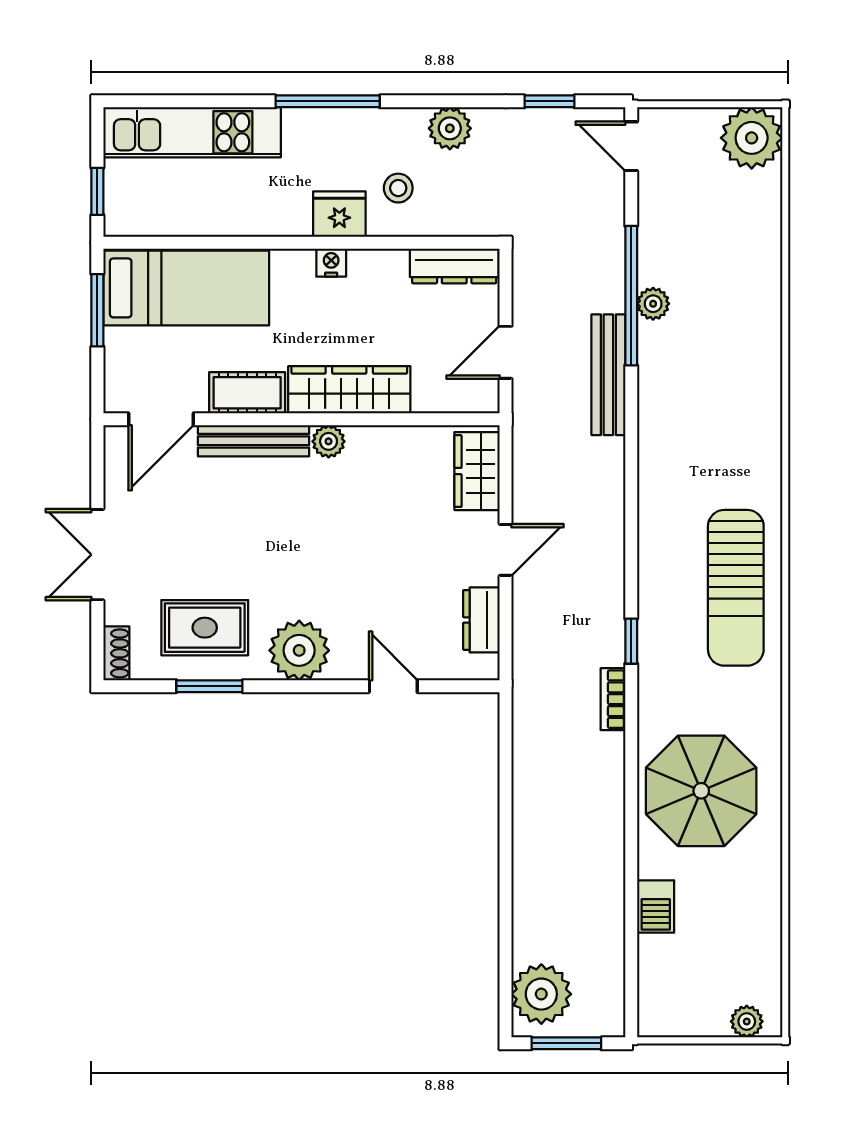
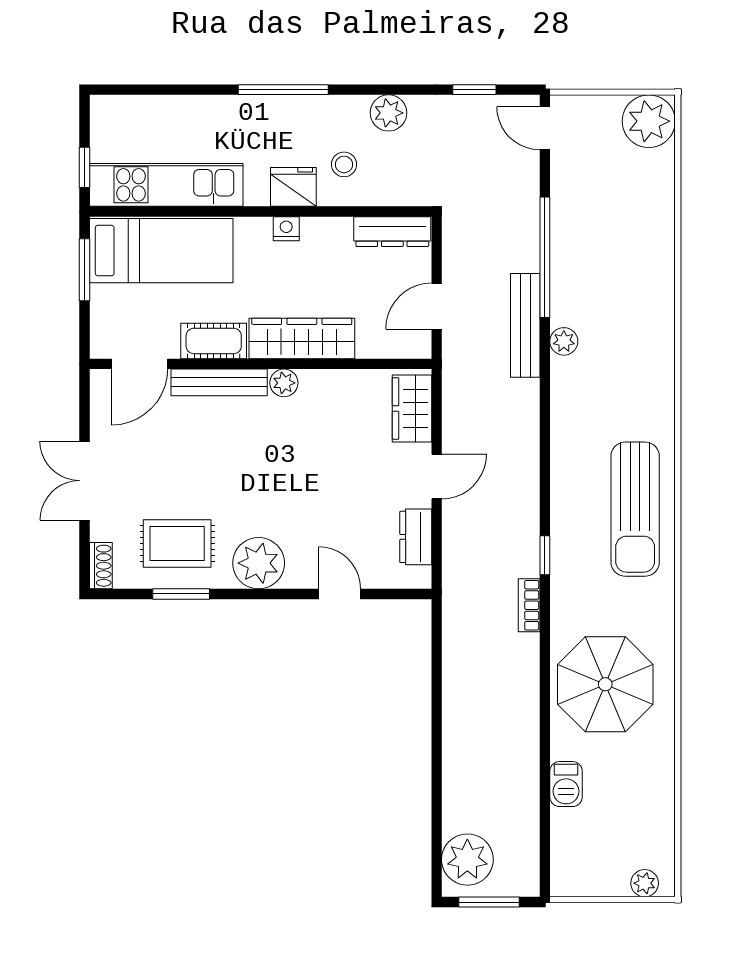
kitchen unit: (192, 132) -> (166, 185), moved, turned 180
plant: (653, 304) -> (564, 341), moved

